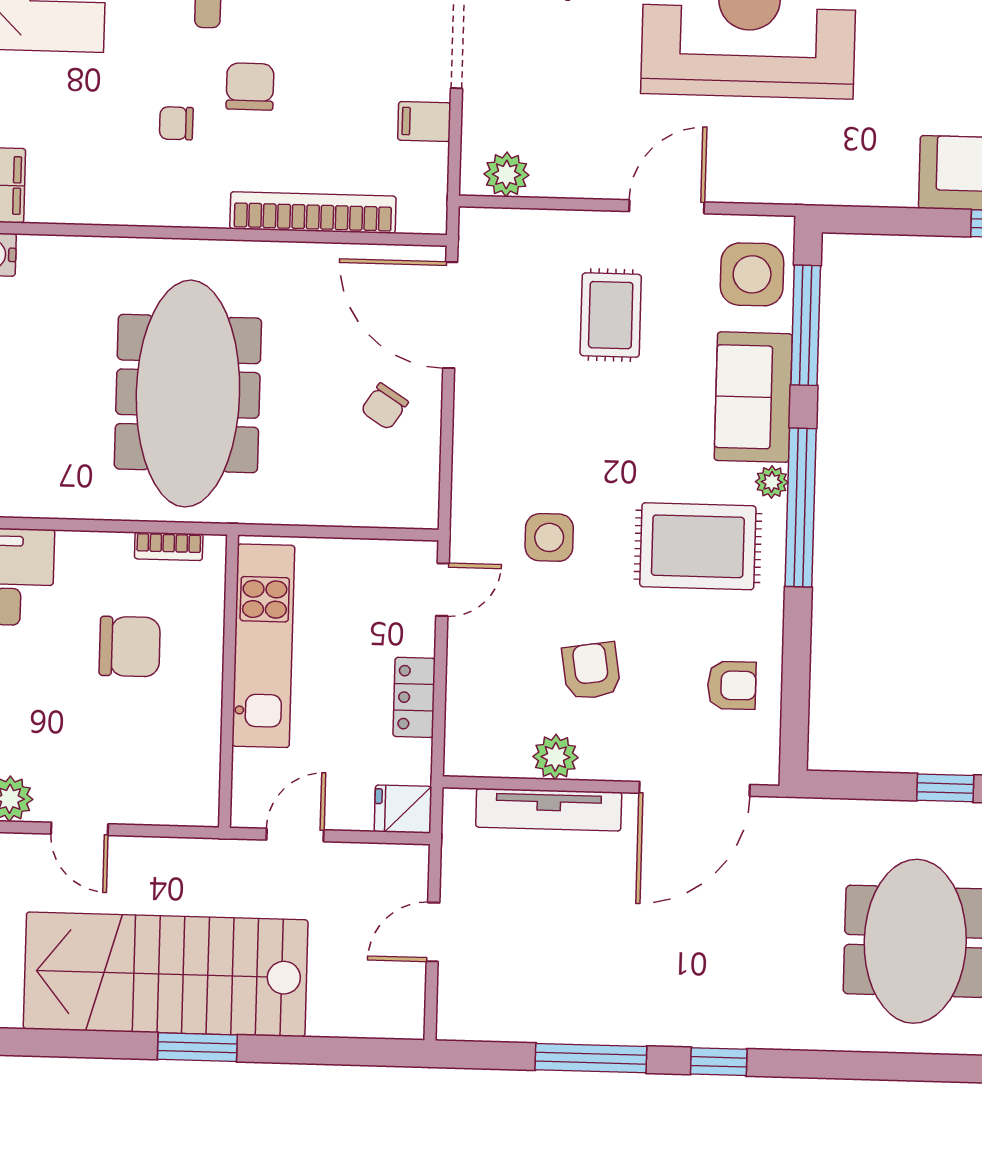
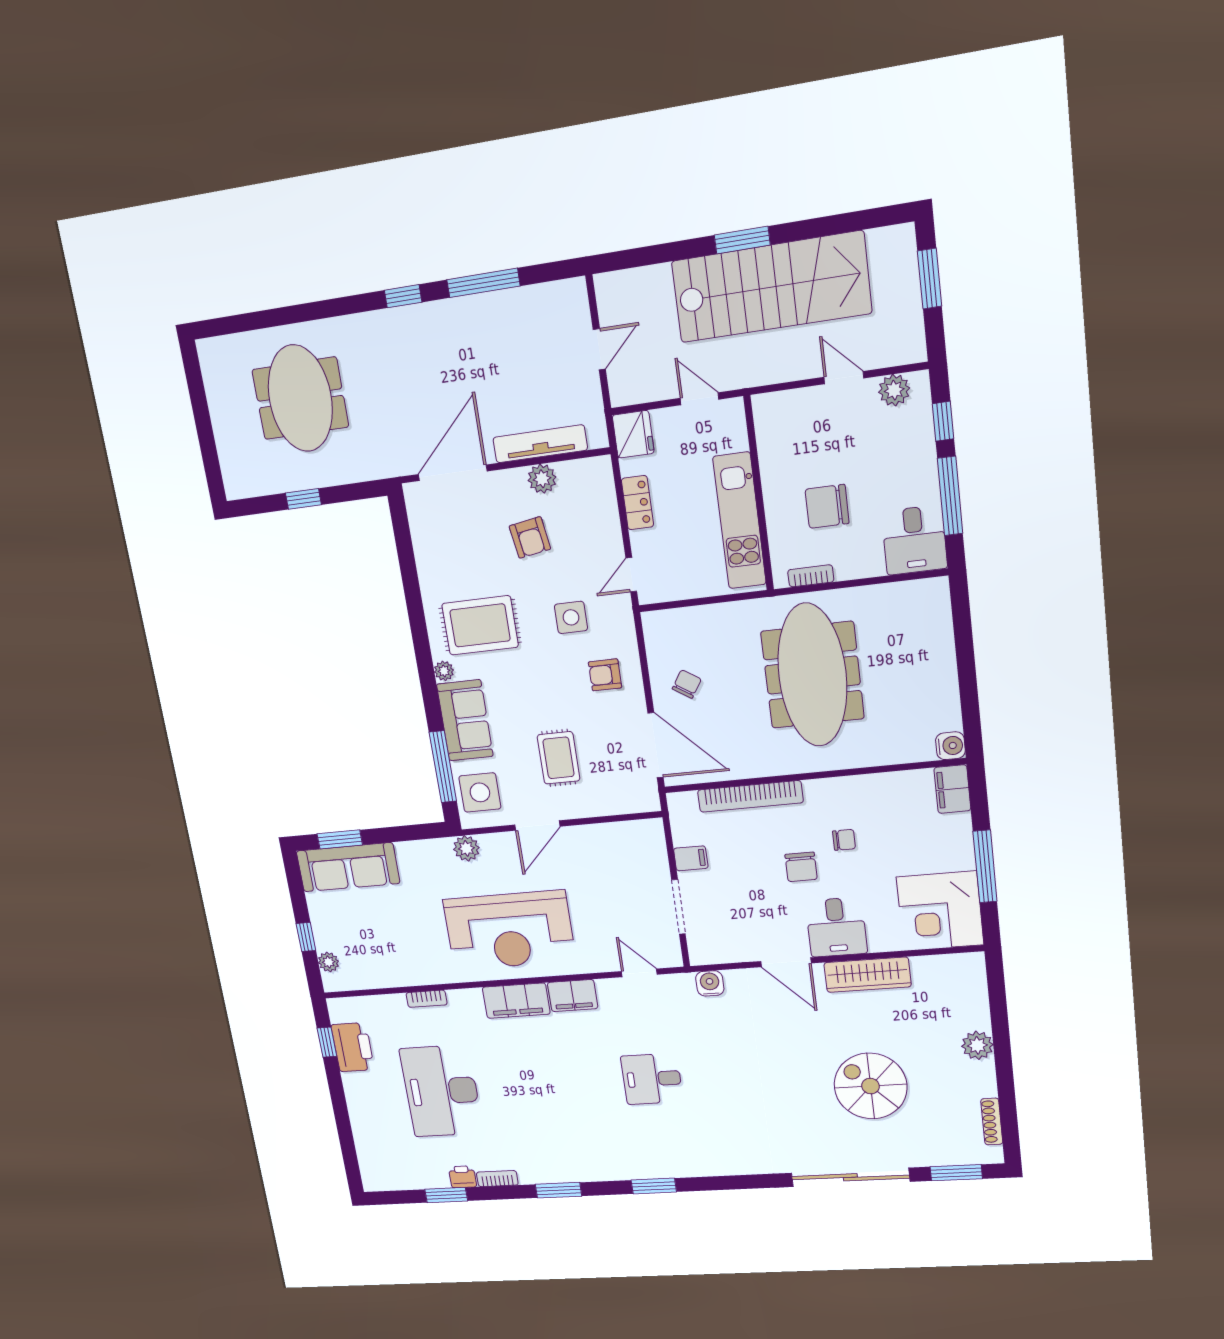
plant: (506, 174) -> (466, 848), moved
window: (801, 507) -> (424, 658), removed
armchair: (732, 685) -> (605, 675), moved
fridge: (403, 809) -> (633, 434), width x1.38
door: (295, 835) -> (699, 399), swing flipped

